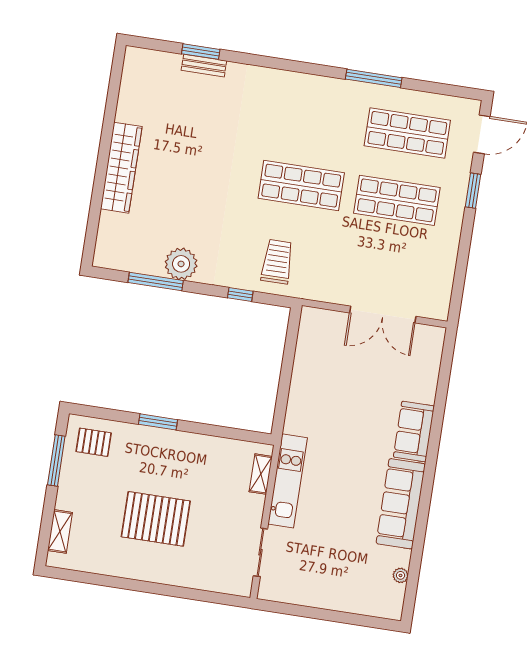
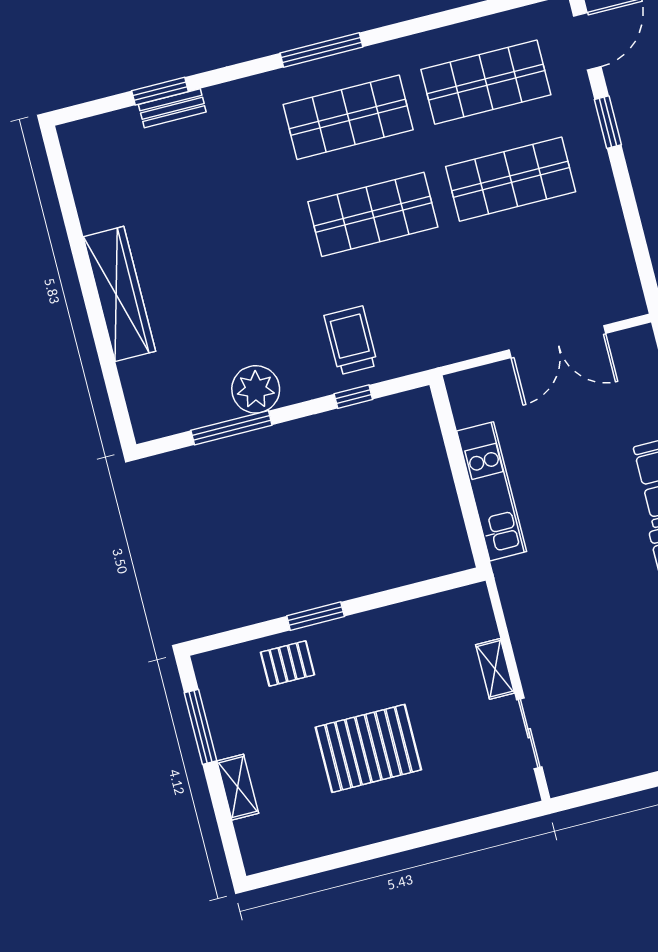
window: (374, 78) -> (321, 50), moved
shop shelf: (312, 118) -> (348, 117), added
trolley: (277, 262) -> (351, 340), moved
pallet: (94, 442) -> (288, 663), moved
shelving: (261, 474) -> (495, 669), moved
kitchen unit: (288, 481) -> (492, 491), moved
shelving: (60, 531) -> (238, 787), moved

